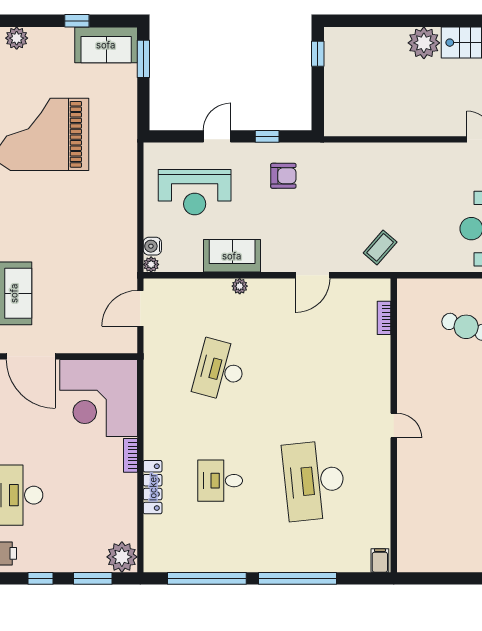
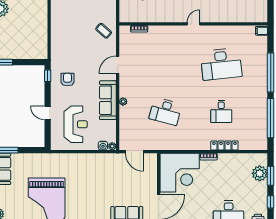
window: (267, 136) -> (48, 76), moved
sofa: (232, 256) -> (108, 100), width x1.36
door: (313, 275) -> (118, 65), swing flipped
plant: (122, 557) -> (260, 173), moved

